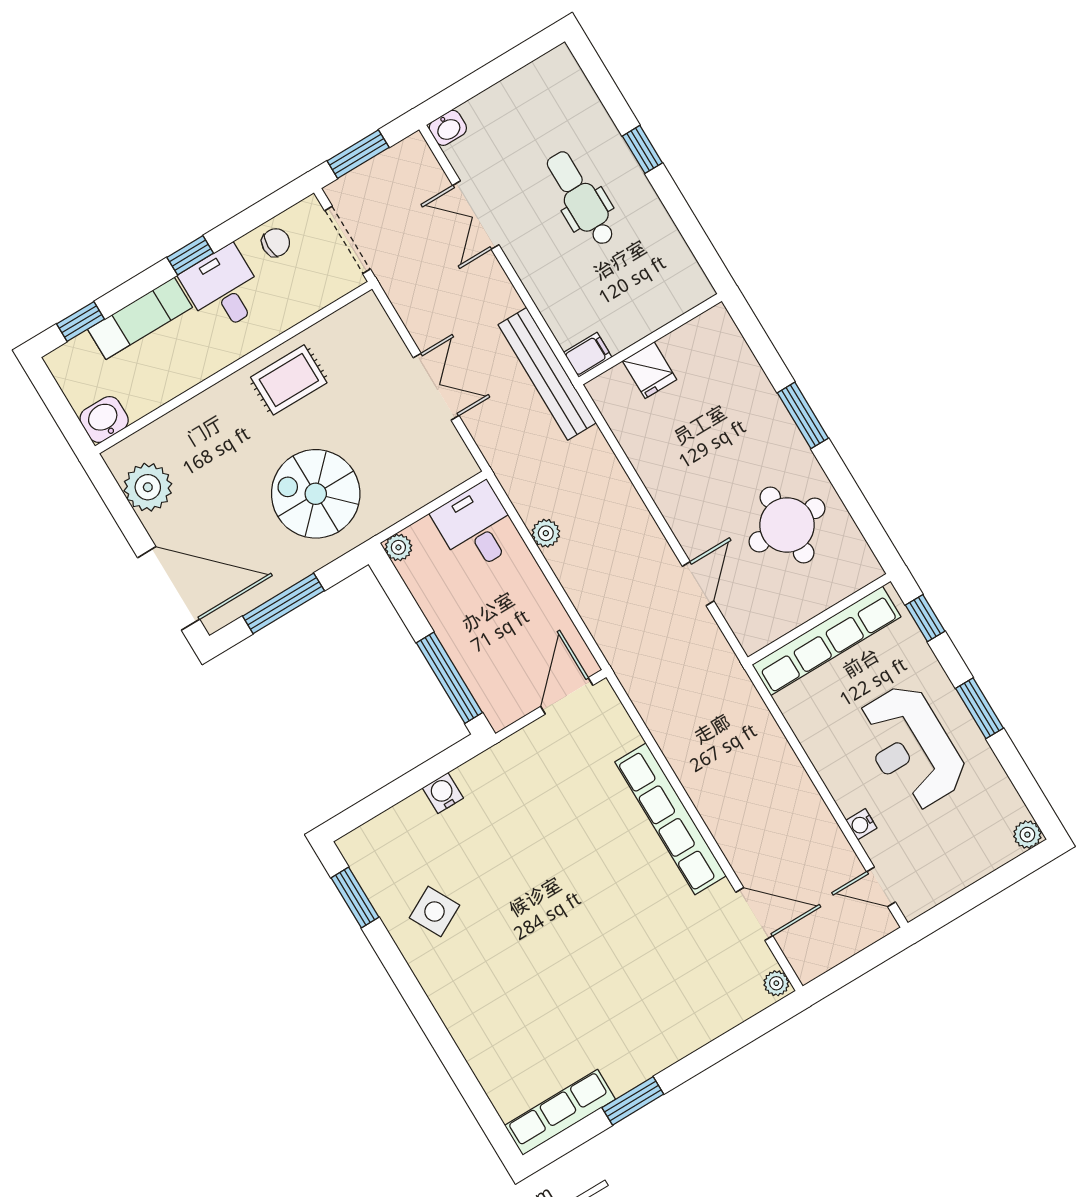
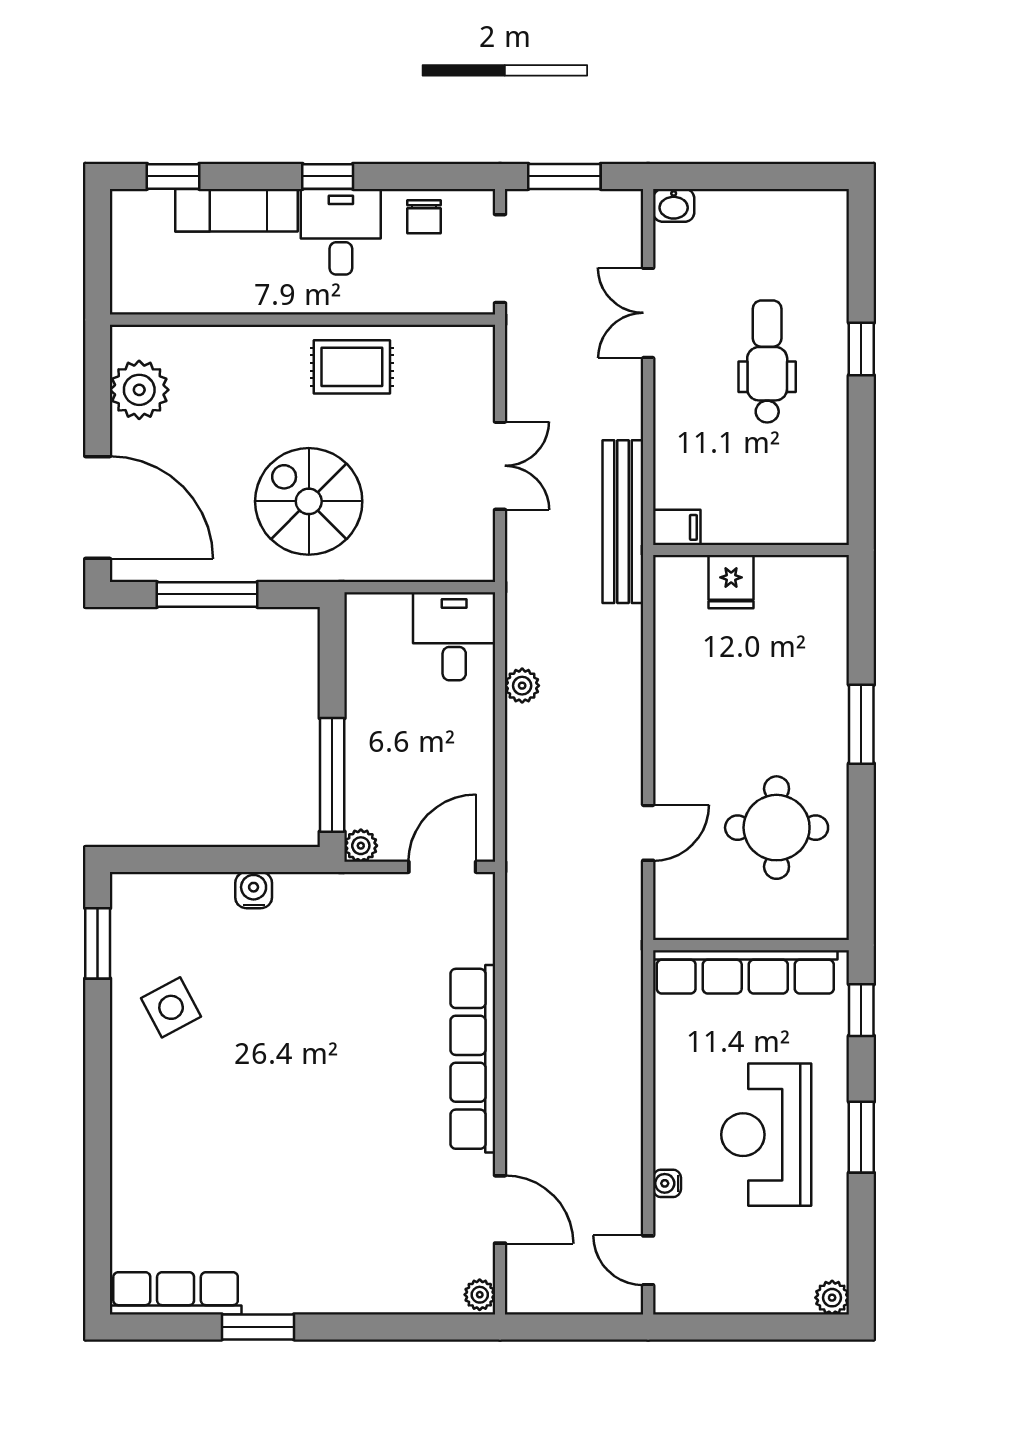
chair: (276, 243) -> (424, 217), turned 90
washbasin: (104, 419) -> (136, 292), removed
plant: (398, 547) -> (361, 846), moved

